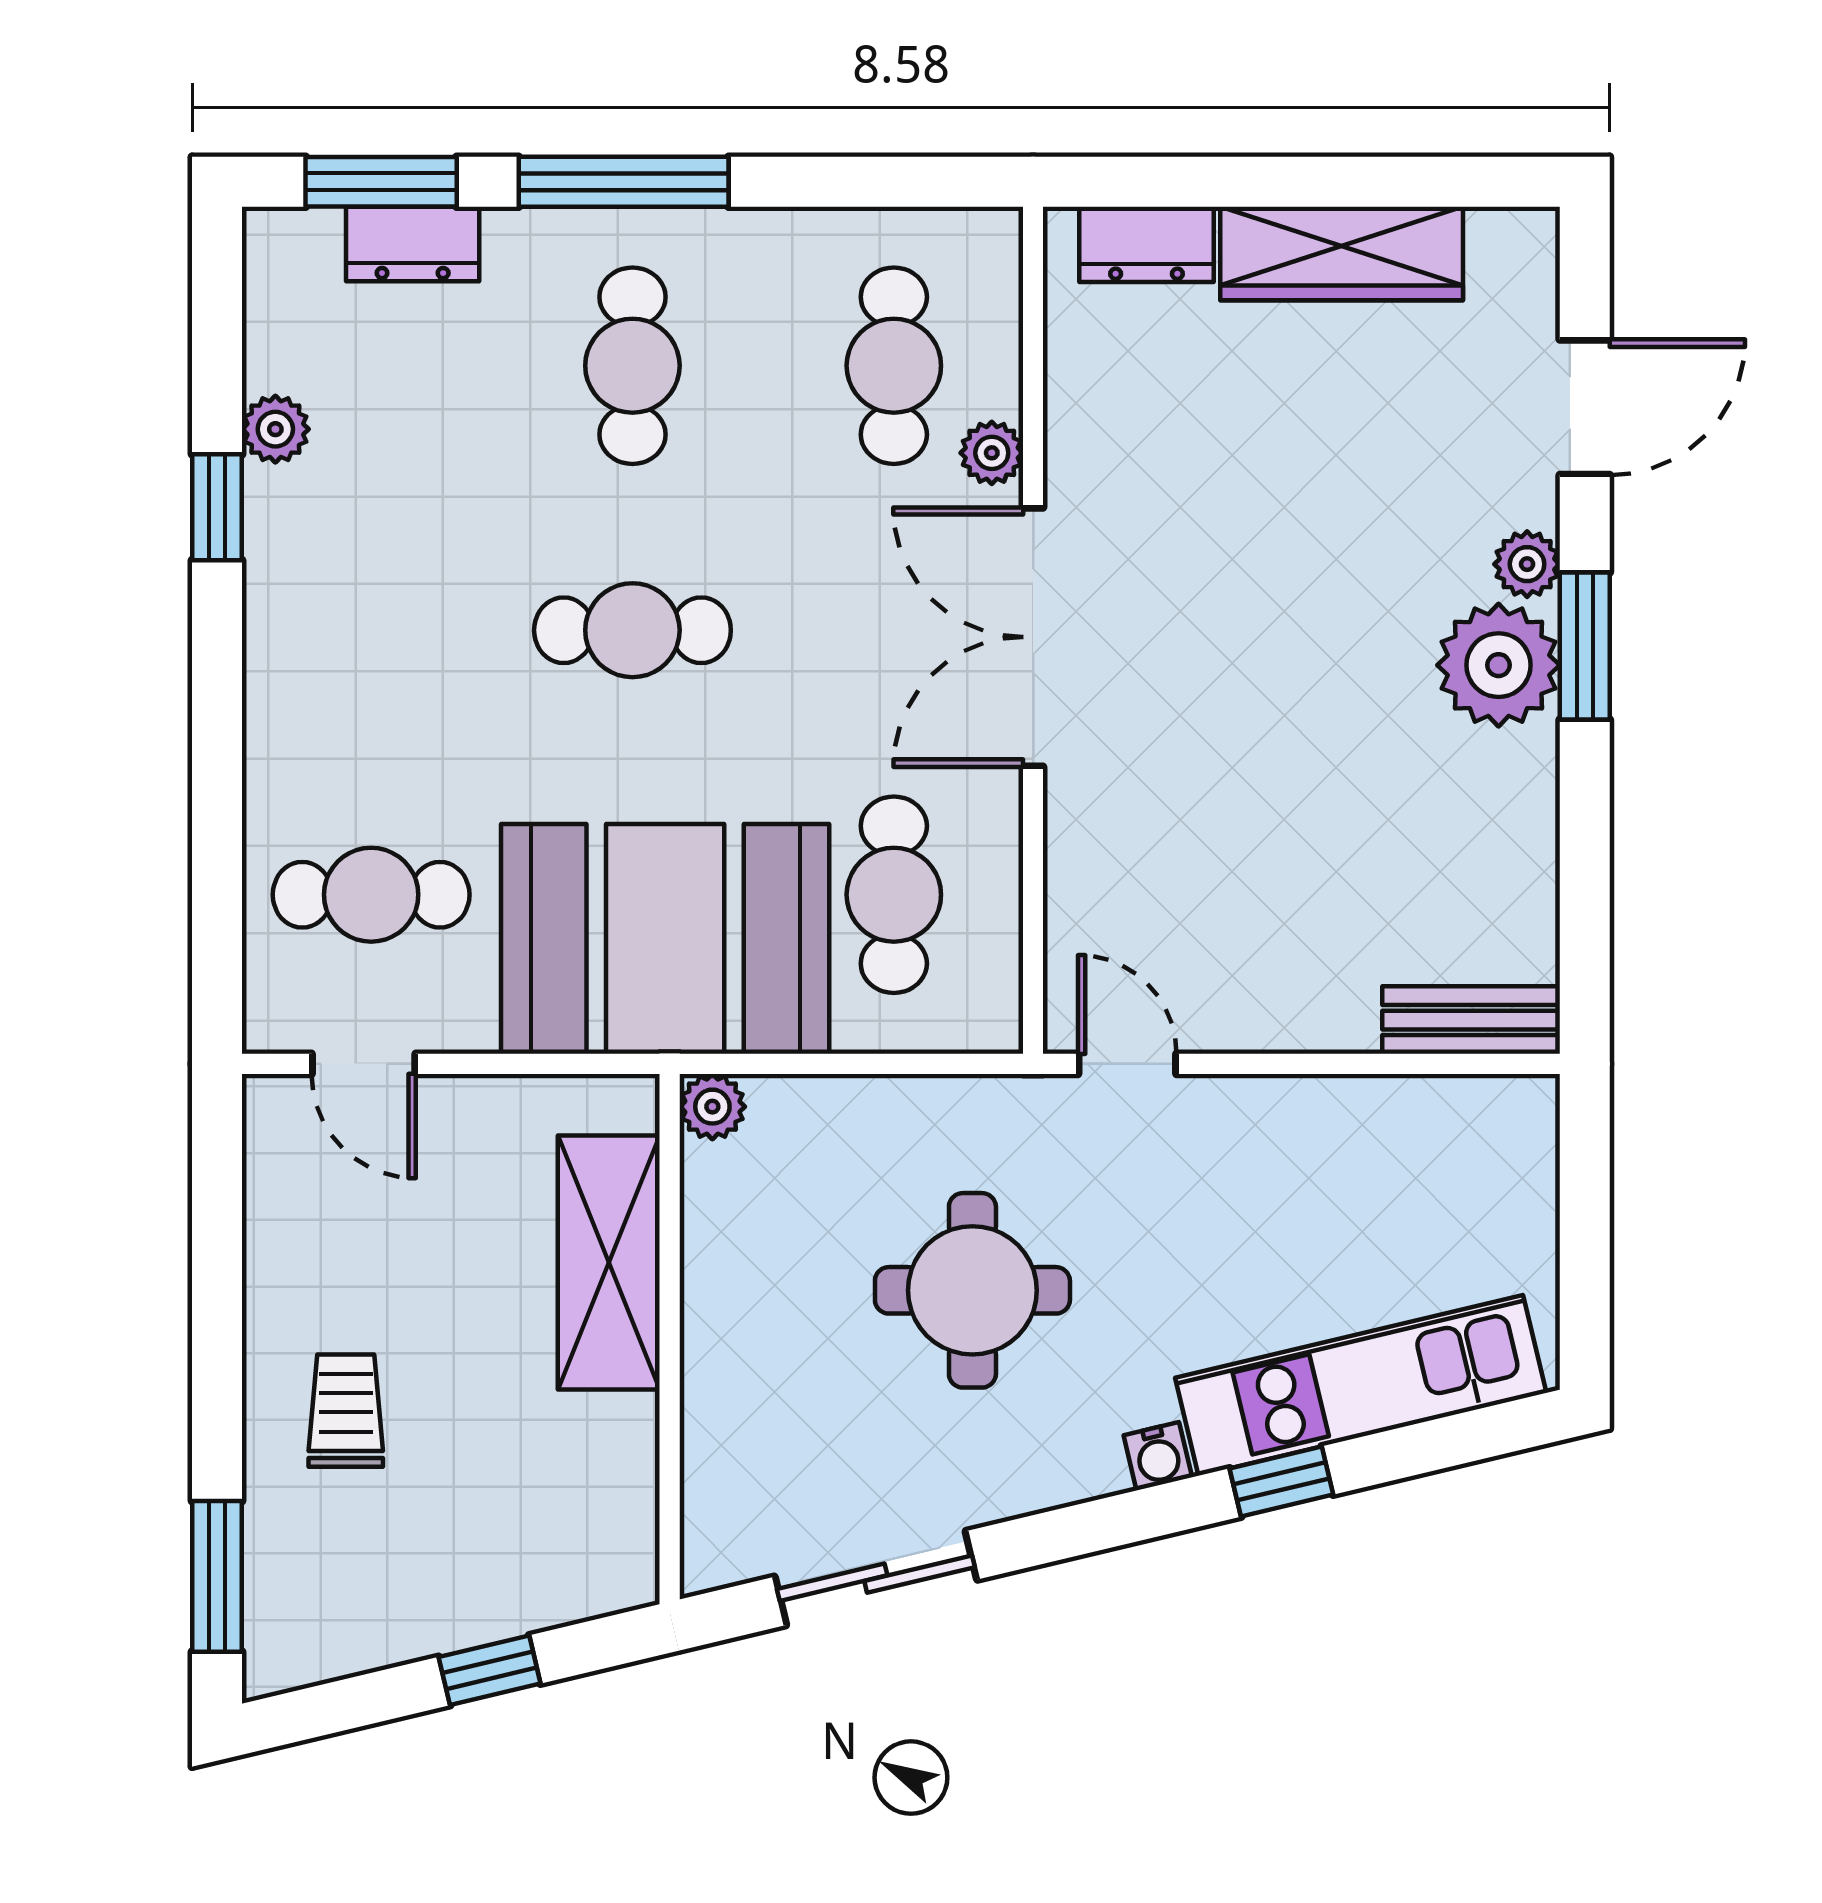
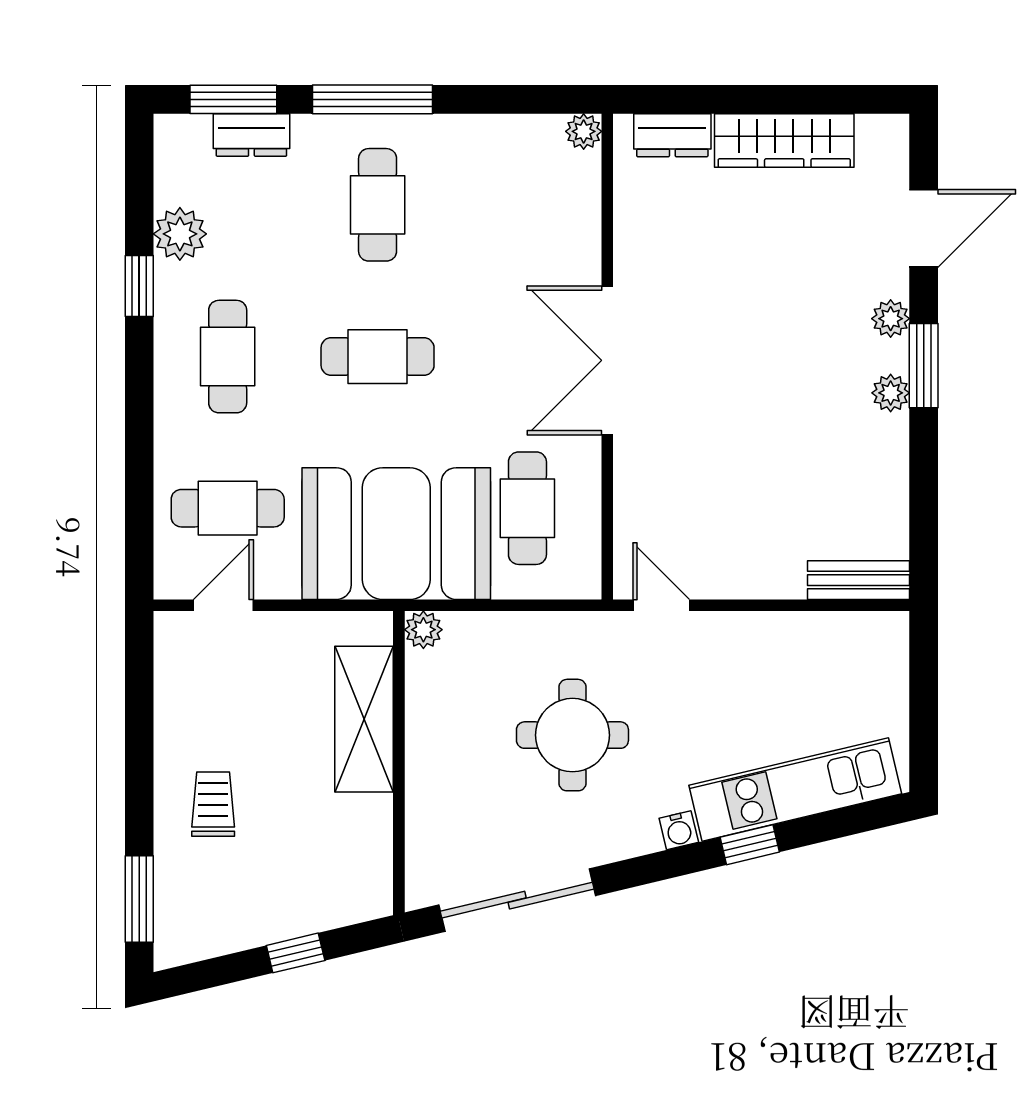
cafe table: (894, 366) -> (228, 357), moved
plant: (275, 429) -> (180, 234), width x1.38, depth x1.38
plant: (992, 453) -> (584, 131), moved
plant: (1499, 665) -> (891, 393), width x0.53, depth x0.53
door: (364, 1064) -> (223, 605), swing flipped
sliding door: (876, 1578) -> (517, 900), width x1.37

